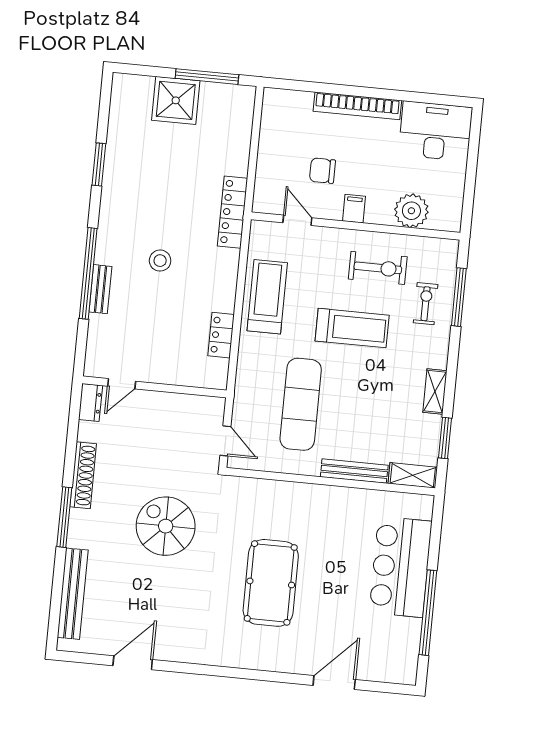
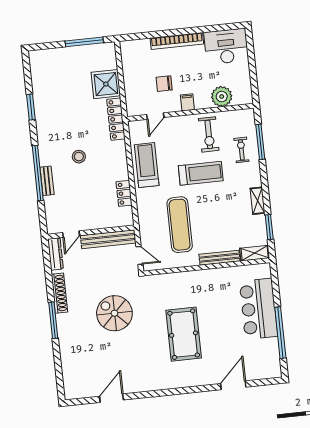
shower: (176, 100) -> (106, 84), moved
door: (297, 220) -> (155, 116), swing flipped
exercise bike: (378, 268) -> (209, 134), turned 90
dresser: (91, 403) -> (55, 254), width x1.44
bench: (73, 594) -> (108, 239), moved, turned 90

